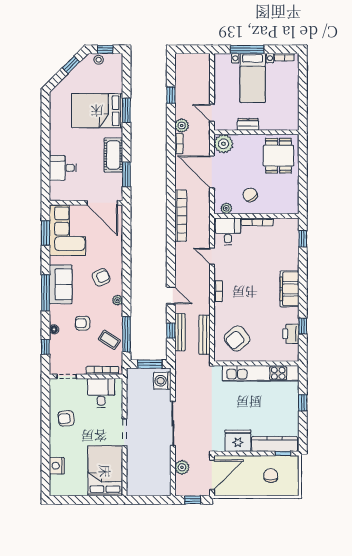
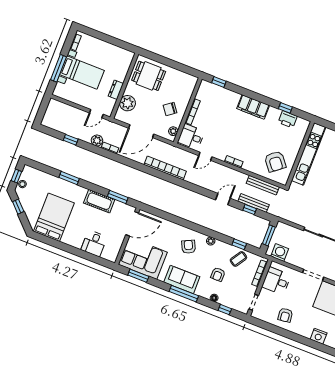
bed: (97, 111) -> (54, 217), moved, turned 180
plant: (223, 144) -> (127, 103), moved
window: (126, 334) -> (239, 244), width x0.46
washing machine: (162, 381) -> (280, 253), moved, turned 180

